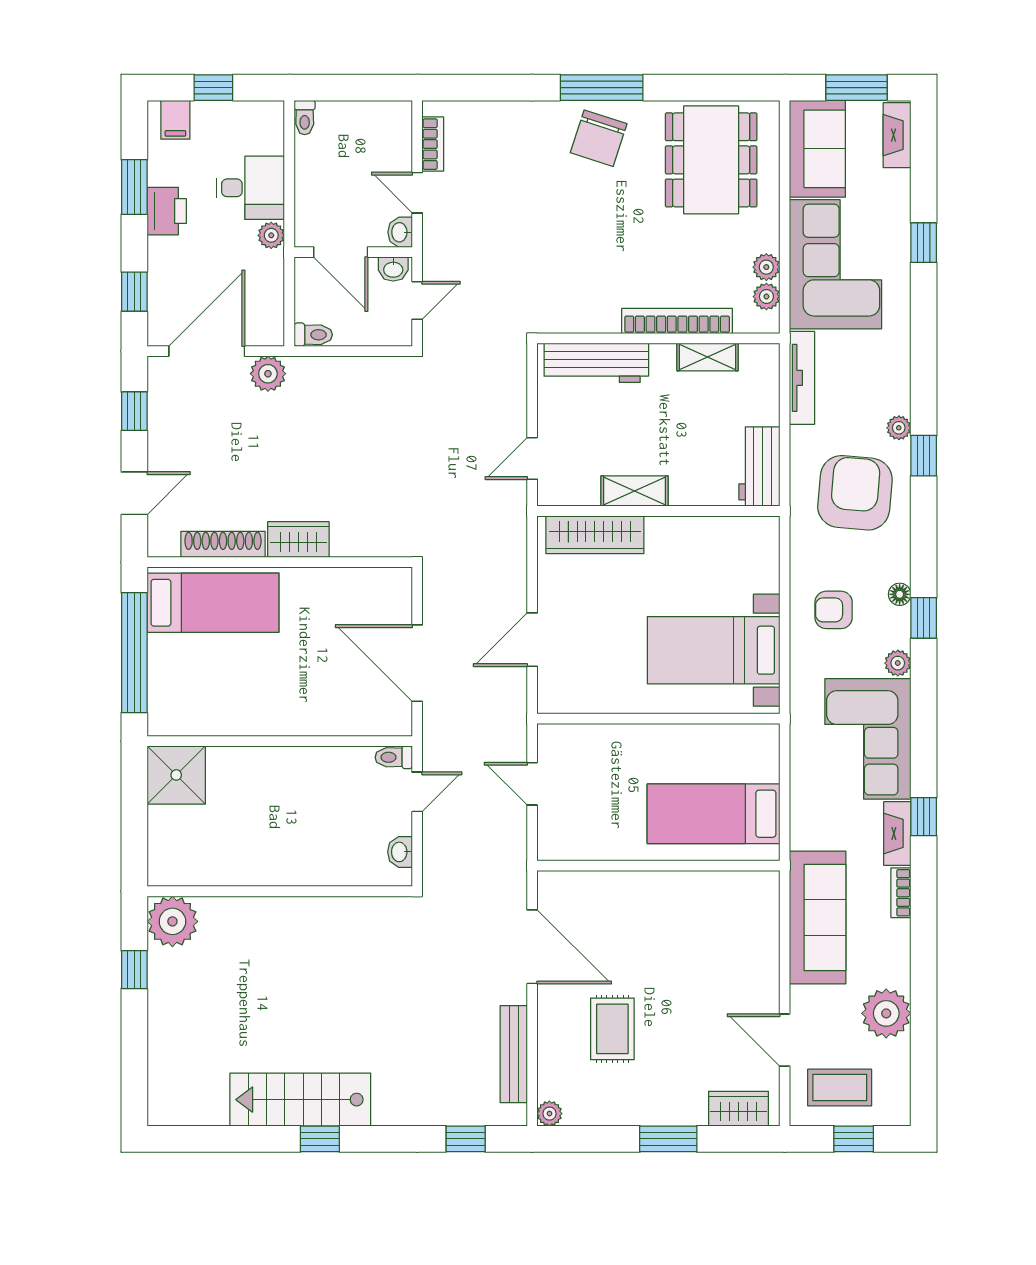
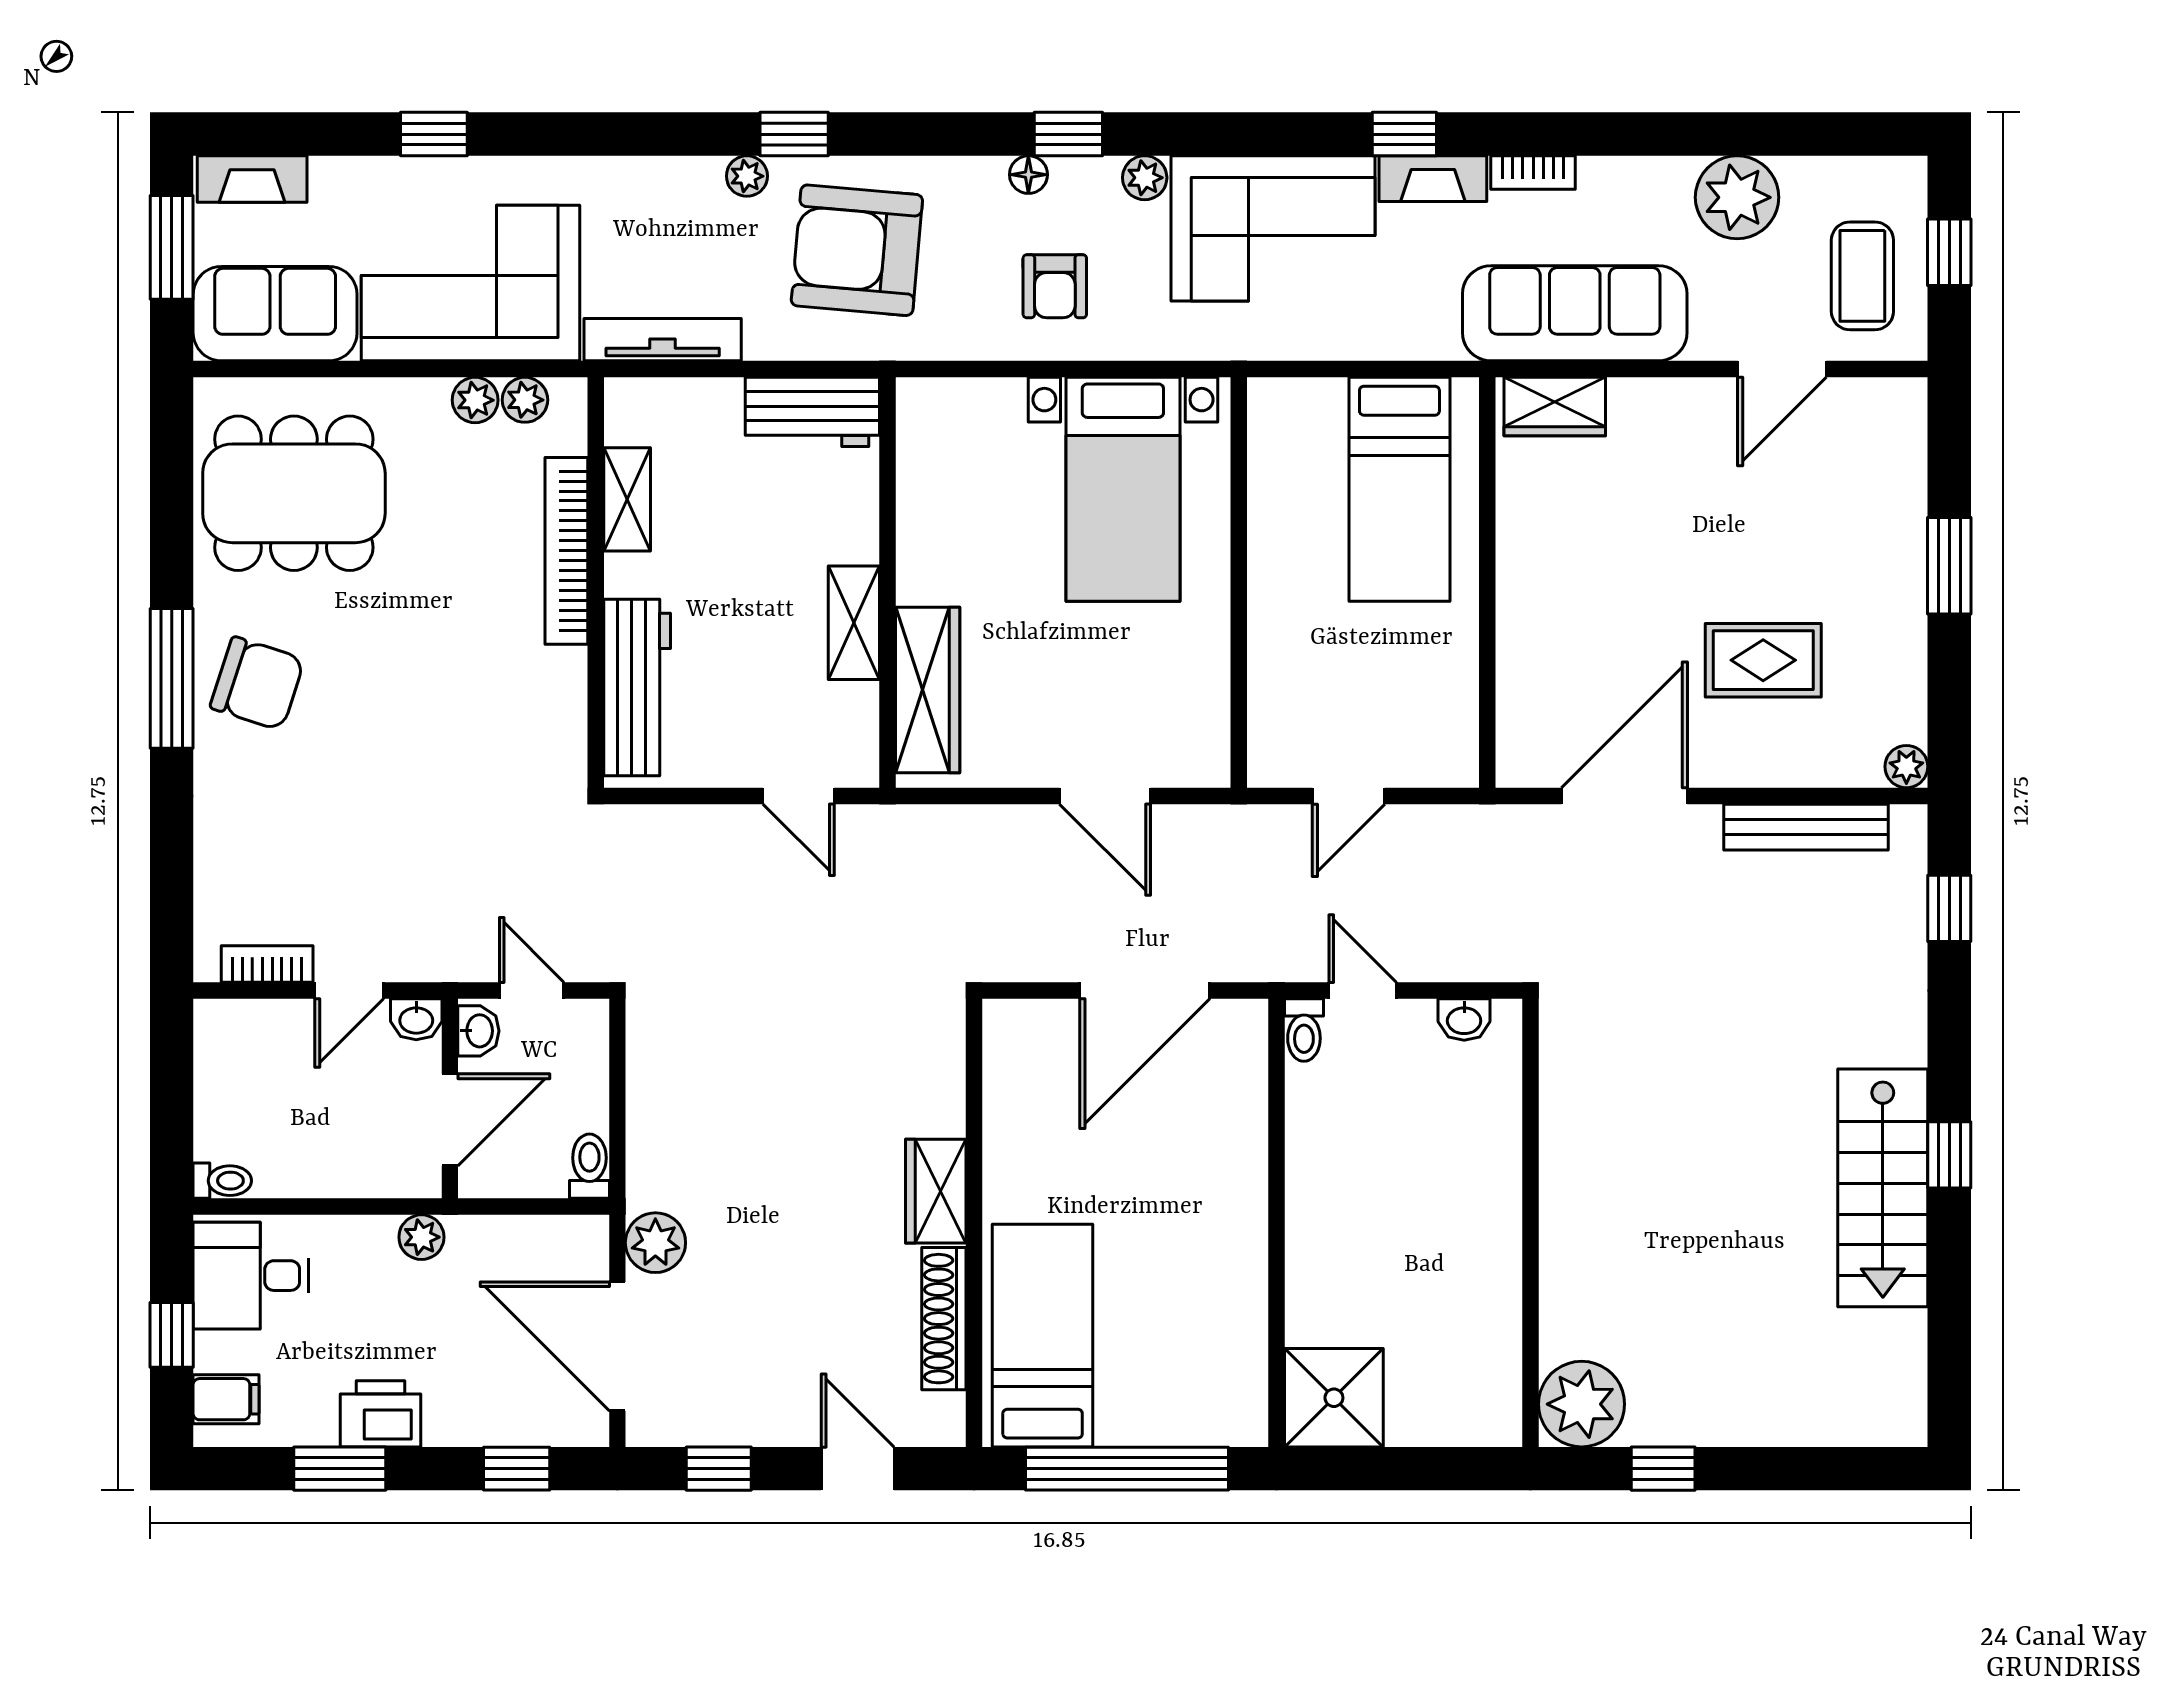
desk: (250, 188) -> (251, 1276), moved, turned -90
wardrobe: (739, 1109) -> (1555, 407), moved, turned -90

